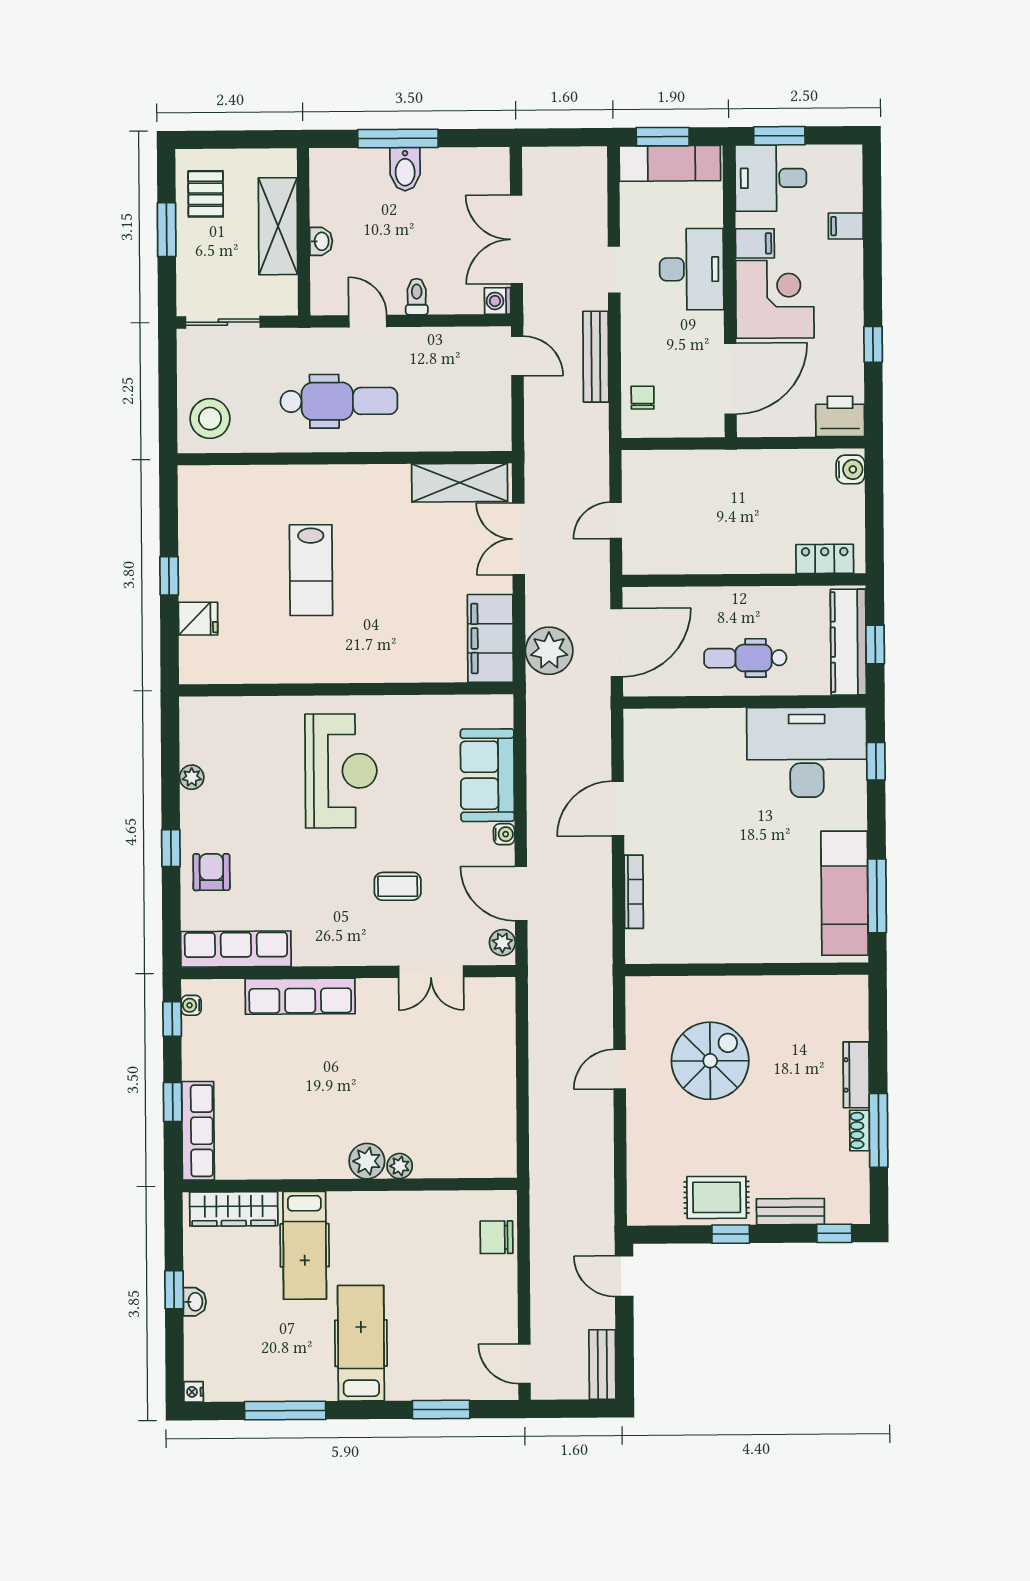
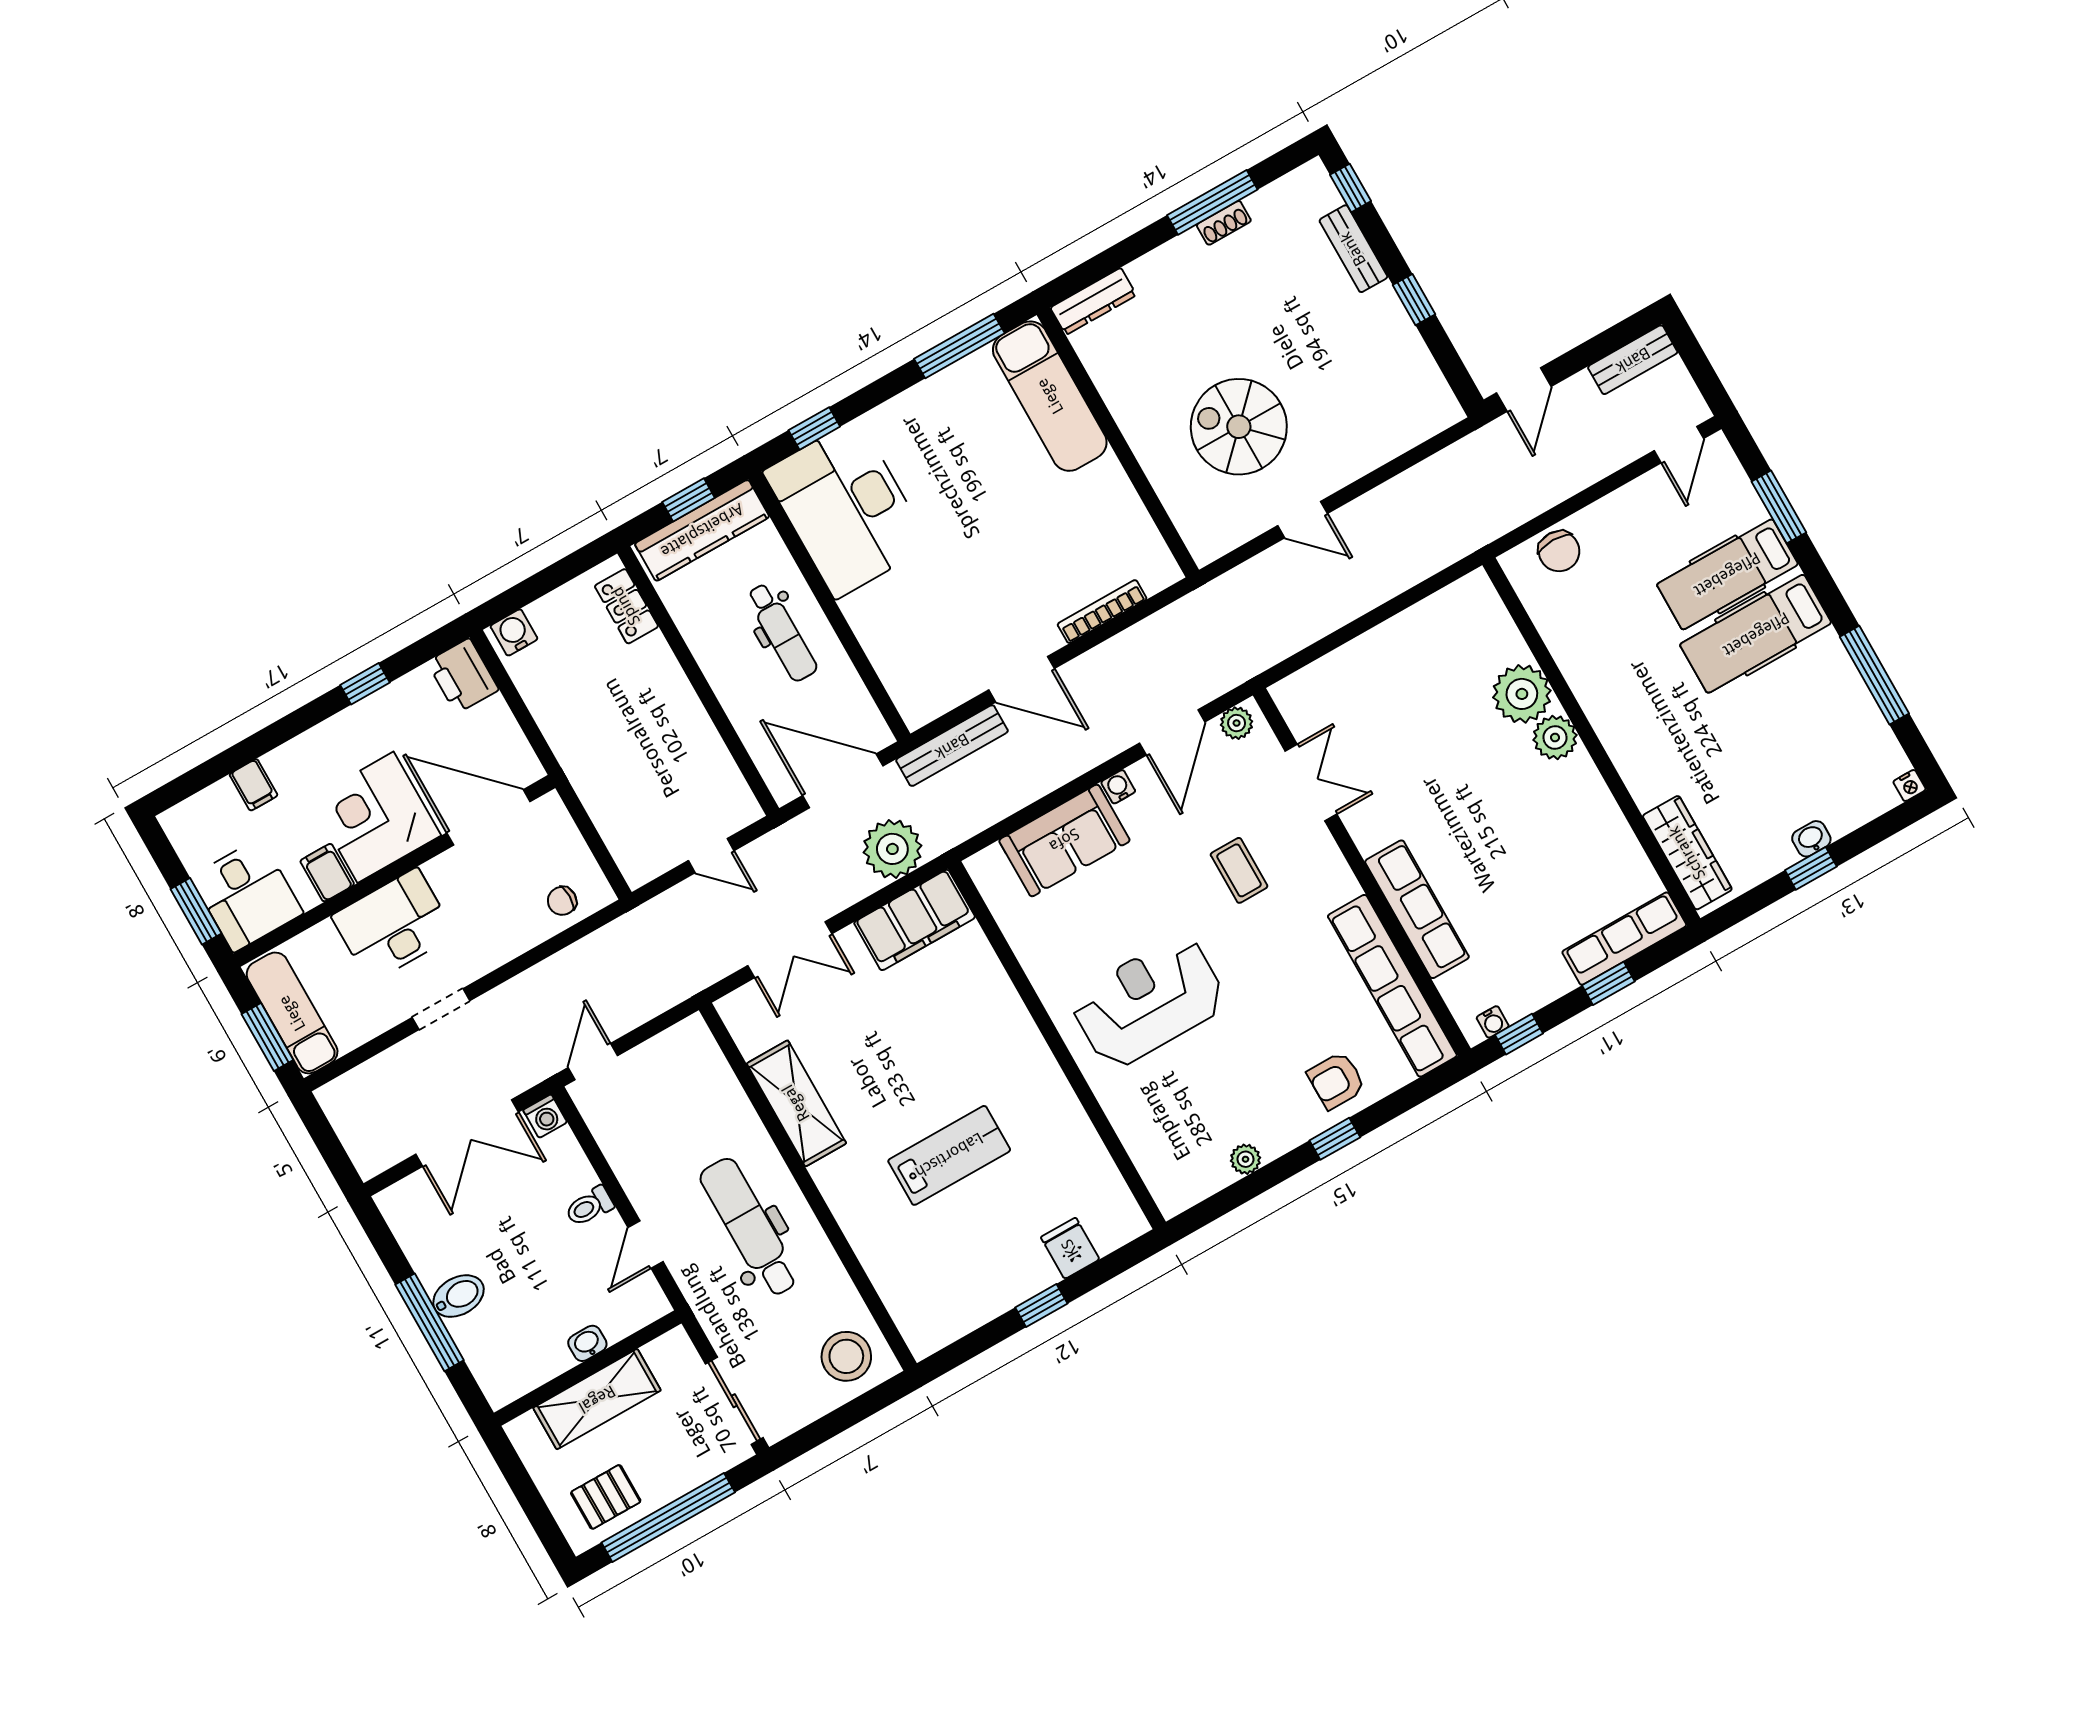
window: (167, 230) -> (668, 1517), width x2.11
bench: (596, 357) -> (952, 746), moved
shelving: (460, 483) -> (796, 1103), moved
exam couch: (845, 893) -> (1050, 396), moved, turned 90
row of seats: (236, 949) -> (1392, 986), width x1.36
dresser: (856, 1075) -> (1093, 301), moved
plant: (400, 1166) -> (1522, 694), width x1.88, depth x1.88
rug: (717, 1197) -> (1383, 337), removed
hospital bed: (305, 1245) -> (1727, 574), moved, turned 180

